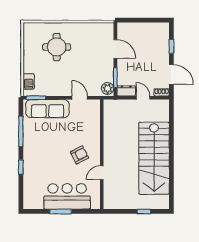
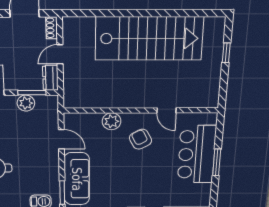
plant: (108, 88) -> (26, 103), moved
door: (80, 98) -> (61, 139), swing flipped
plant: (93, 134) -> (112, 121), added

